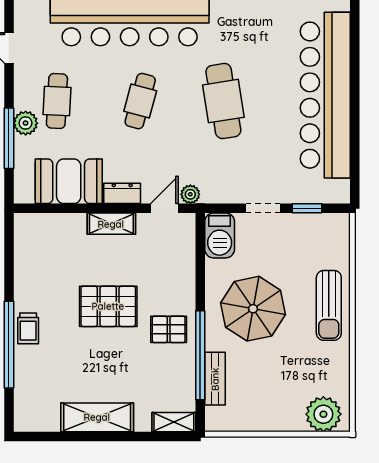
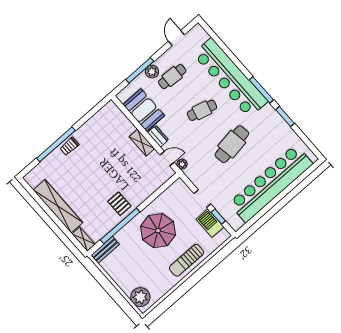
barbecue: (220, 235) -> (210, 223), moved, turned 90
pallet: (108, 306) -> (107, 171), removed
bench: (215, 379) -> (105, 250), moved
shelving: (97, 417) -> (58, 206), width x1.47

